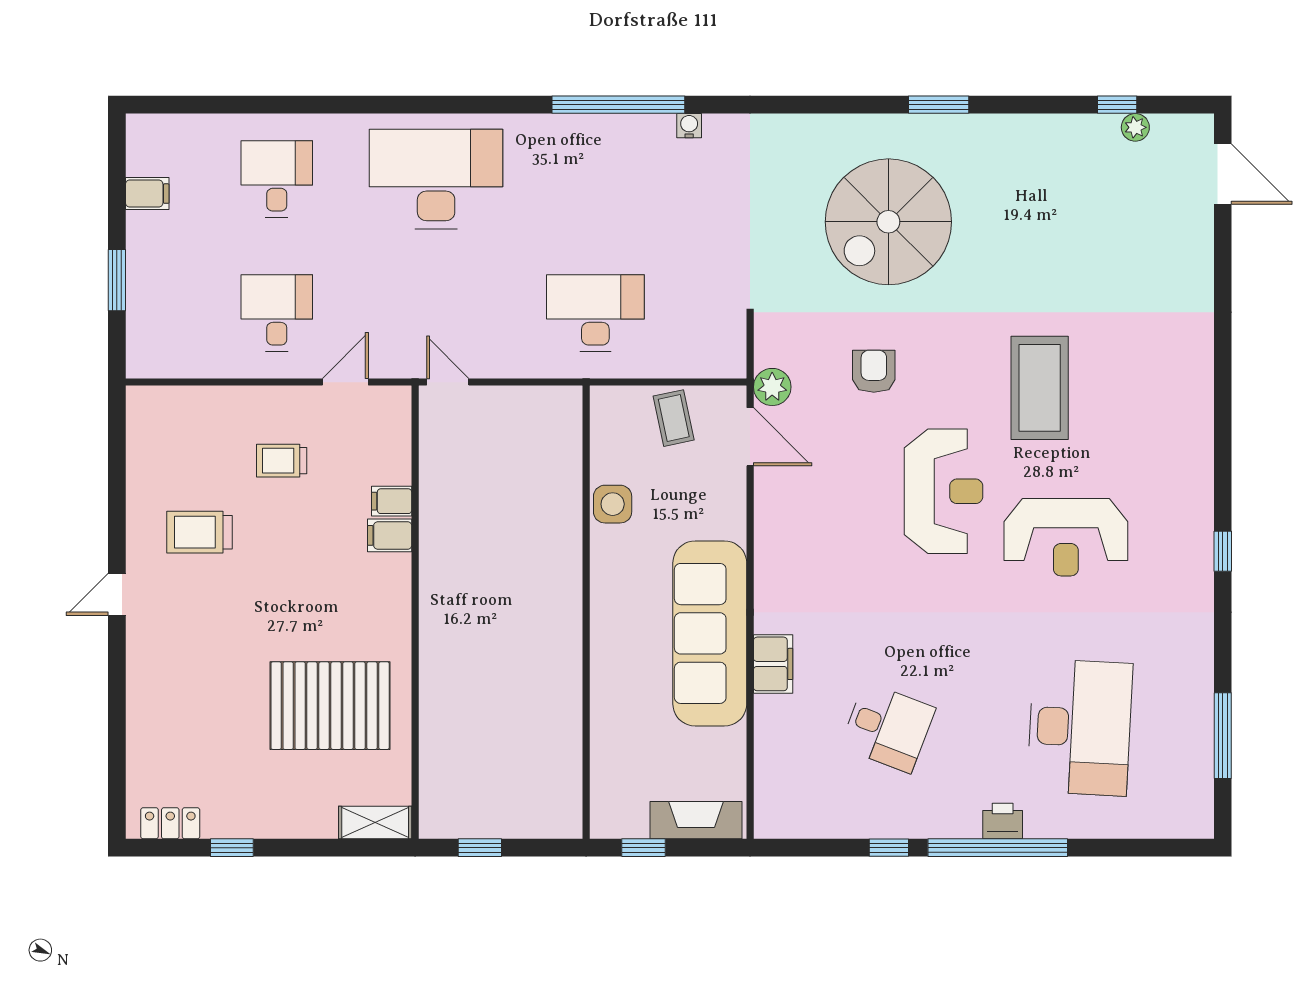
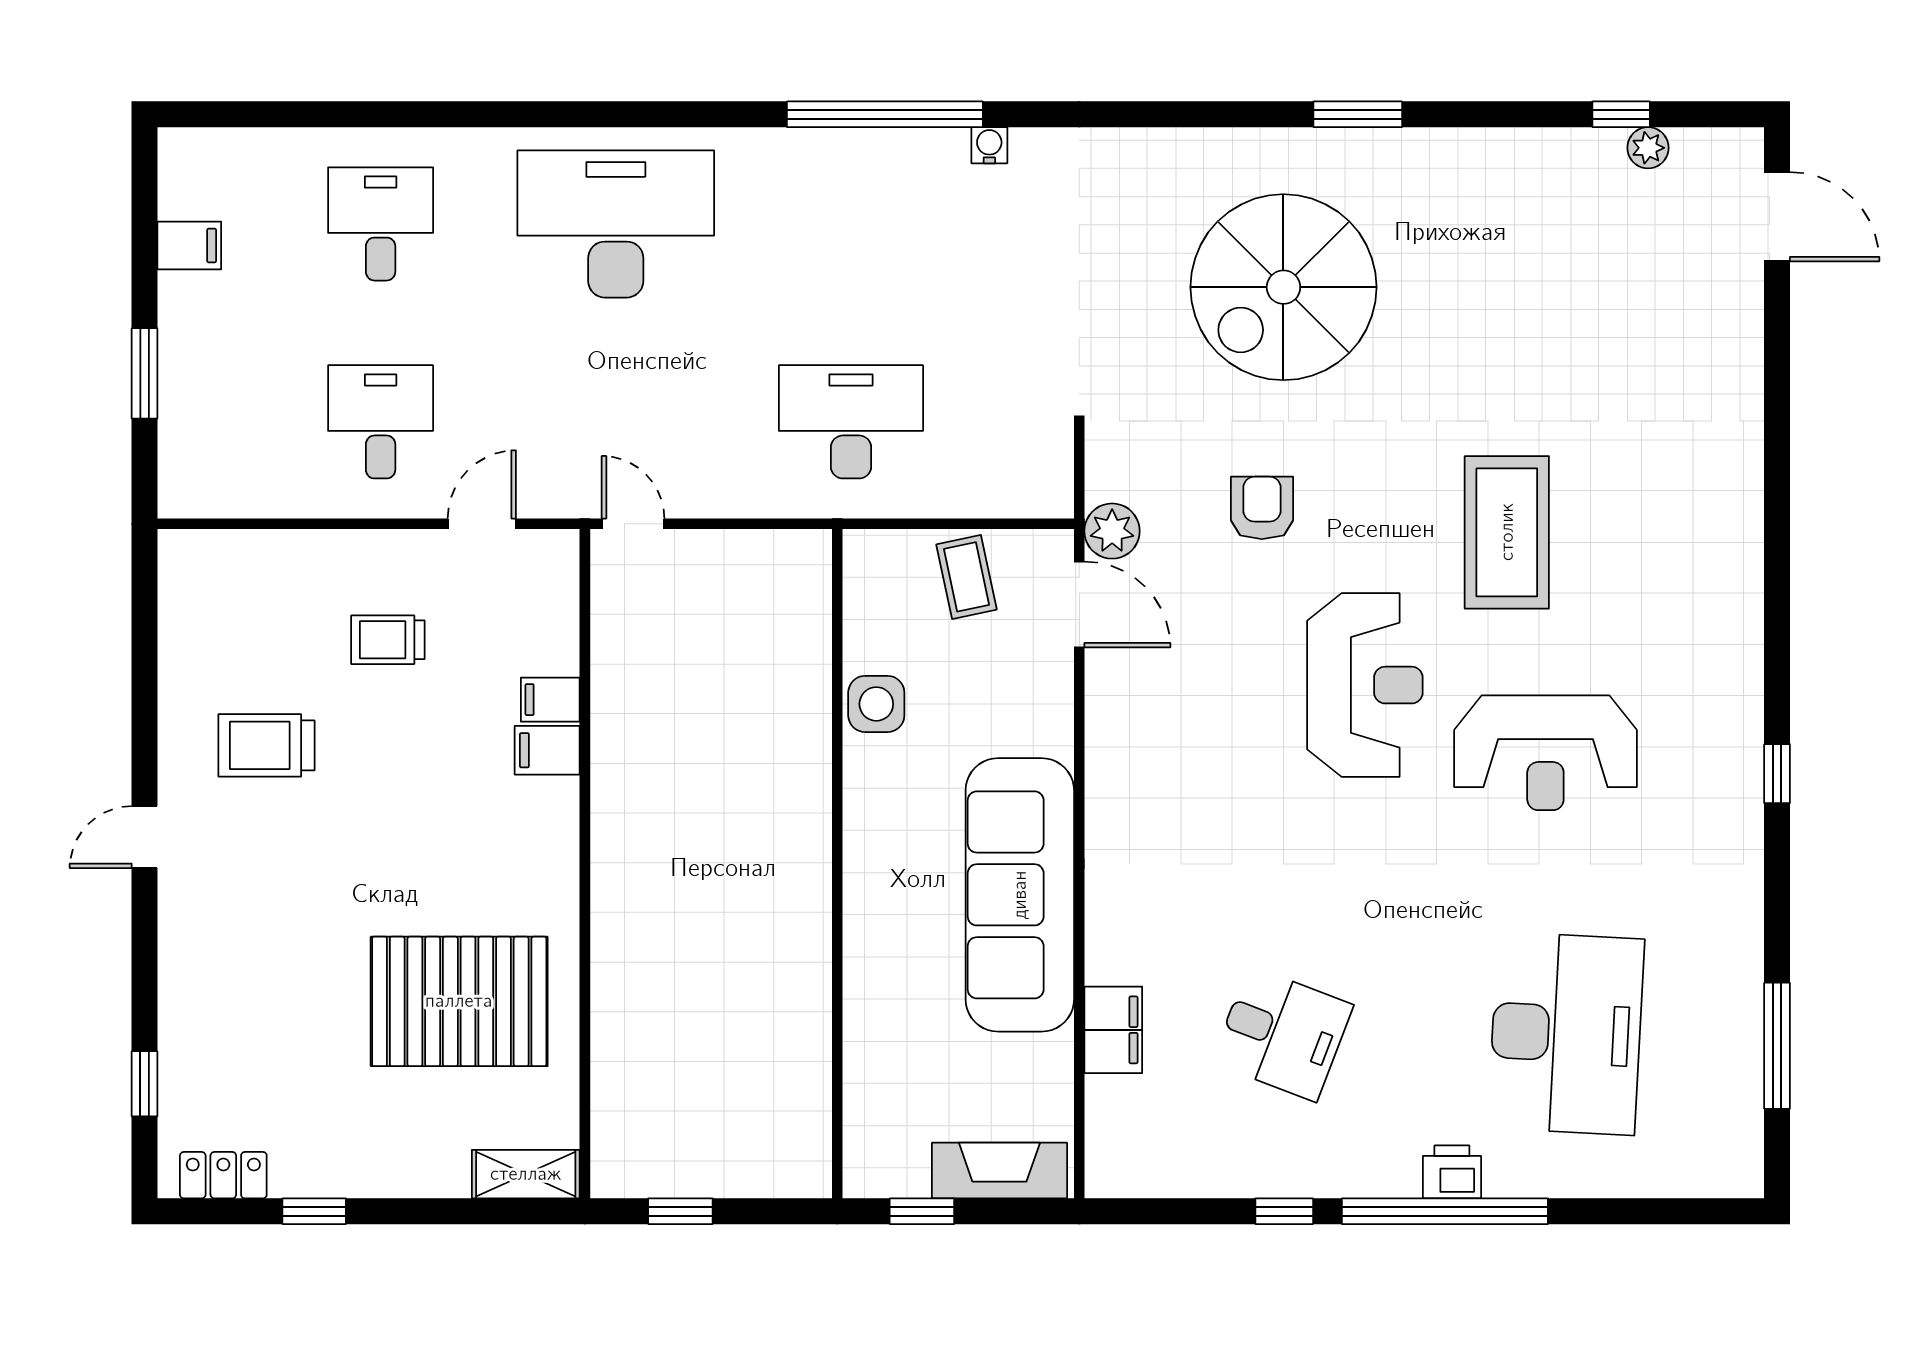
filing cabinet: (773, 664) -> (1113, 1030), moved
window: (117, 761) -> (145, 1084), added

